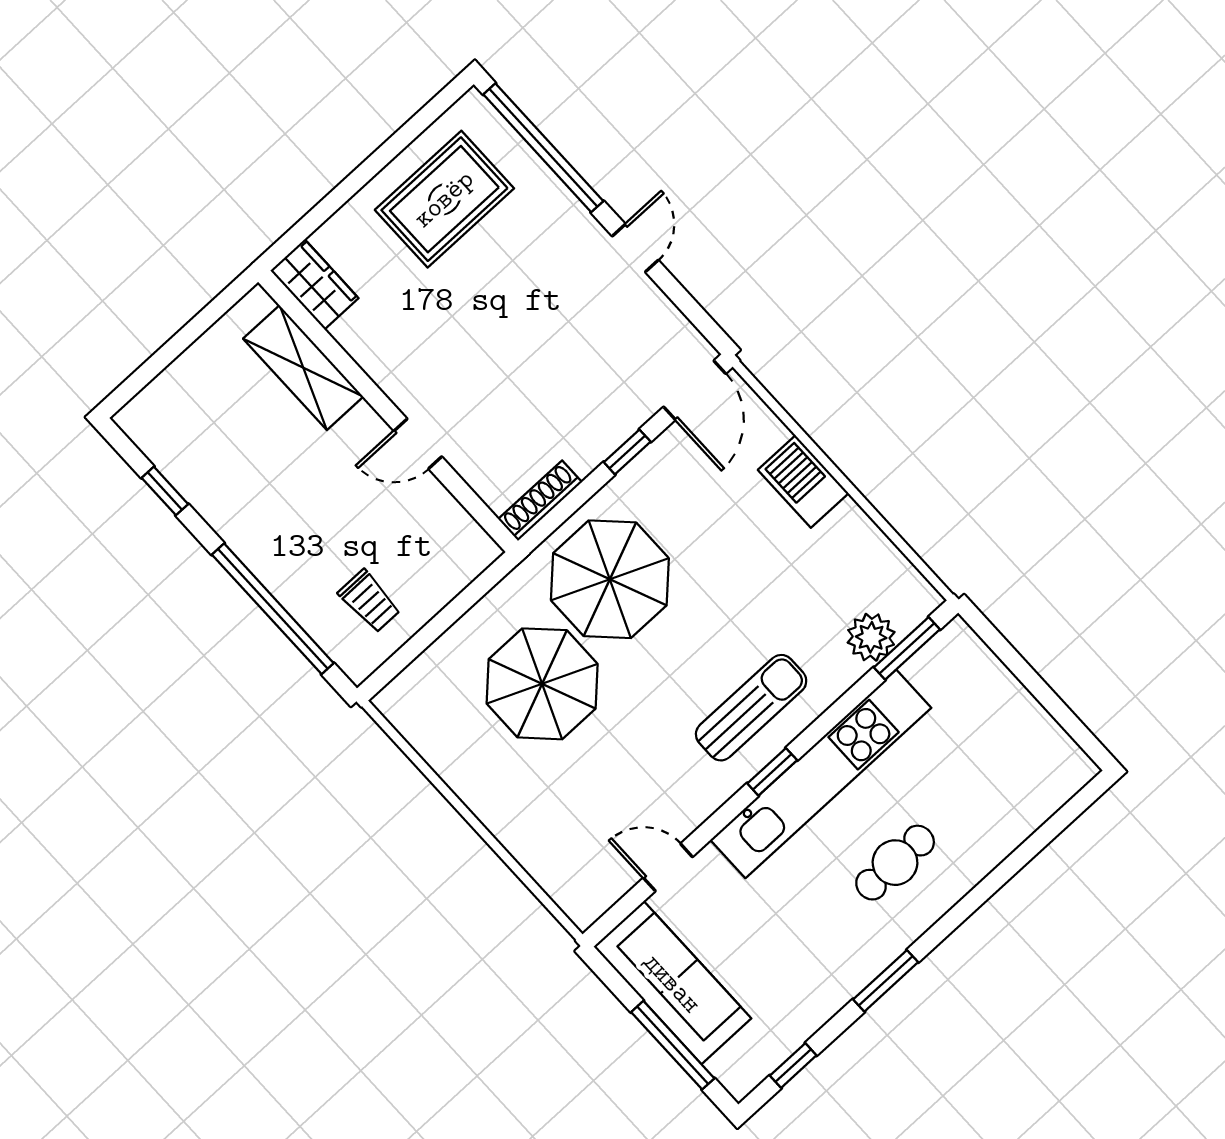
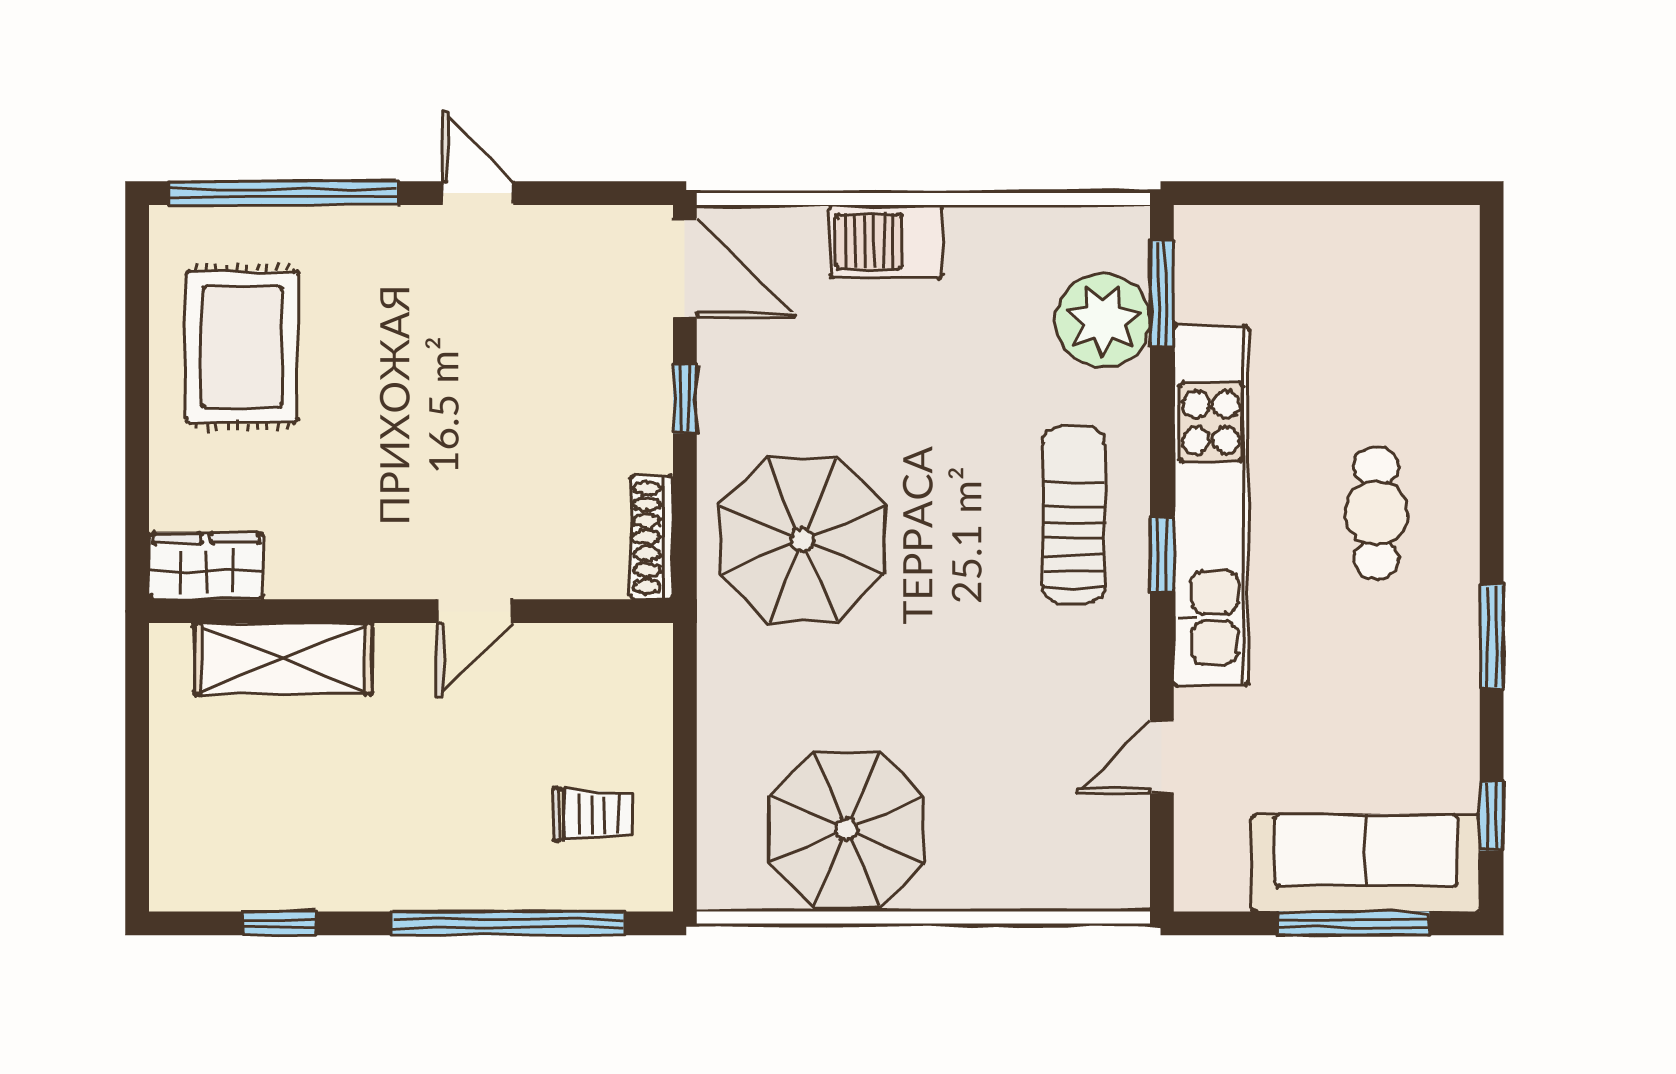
plant: (871, 637) -> (1103, 320), width x1.36, depth x1.36
parasol: (542, 684) -> (847, 829), moved
sofa: (672, 983) -> (1366, 863), moved

